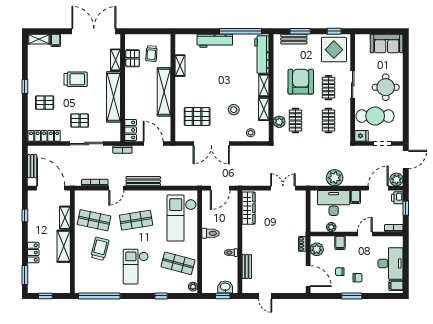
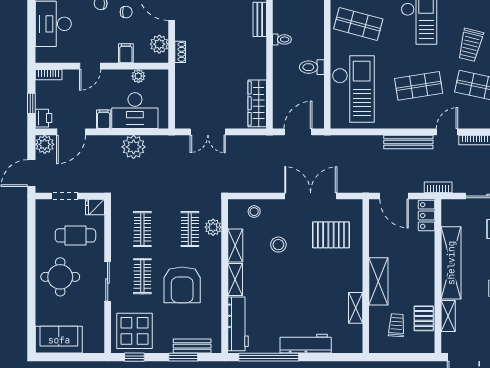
shelving: (164, 92) -> (378, 281), width x0.68
cafe table: (375, 116) -> (75, 235), width x0.73, depth x0.74

